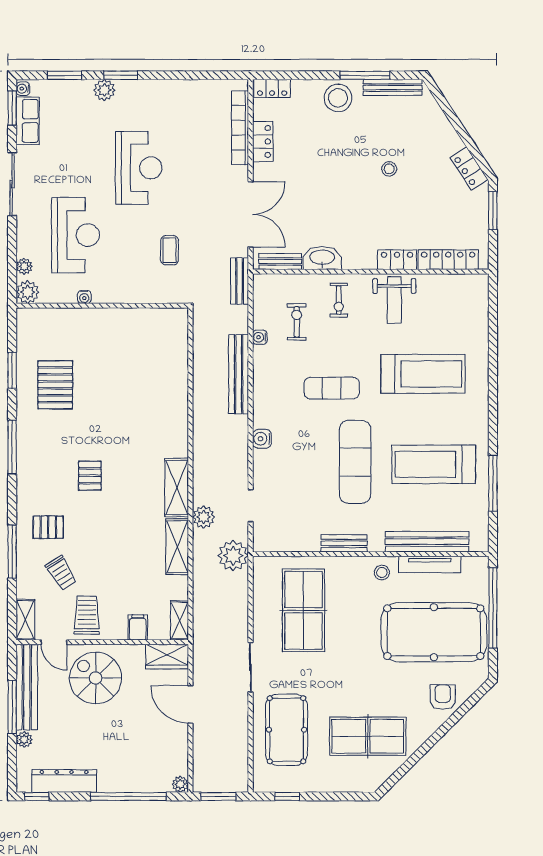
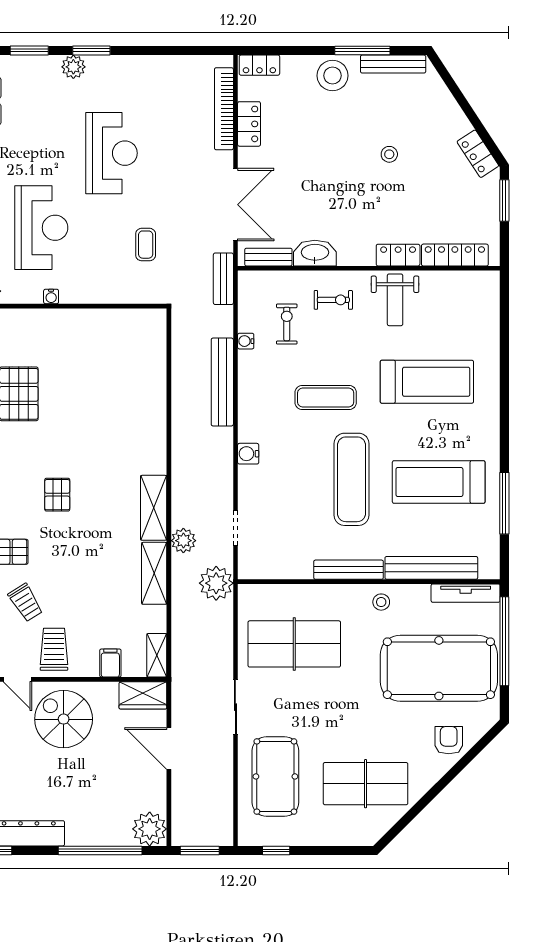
exercise bike: (339, 300) -> (333, 300), turned -90
bench: (344, 543) -> (349, 570), width x1.36
tv unit: (430, 564) -> (466, 593), moved
table tennis table: (303, 610) -> (294, 644), turned 90
plant: (180, 784) -> (150, 829), width x1.87, depth x1.87

